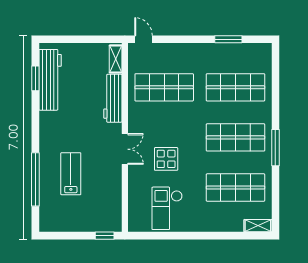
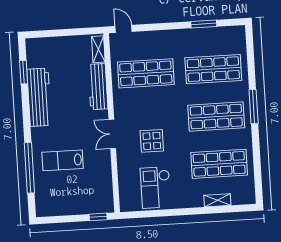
workbench: (50, 80) -> (39, 97), moved
window: (275, 148) -> (254, 107), moved
double door: (125, 149) -> (112, 134), swing flipped
lab bench: (71, 174) -> (63, 160), turned -90
shelving: (258, 226) -> (217, 200), moved

